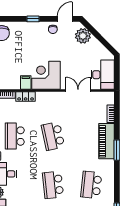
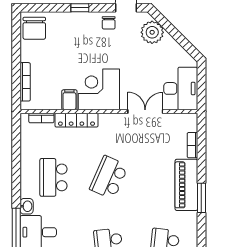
locker: (26, 97) -> (76, 120), width x1.53
school desk: (53, 136) -> (109, 177), turned 36

